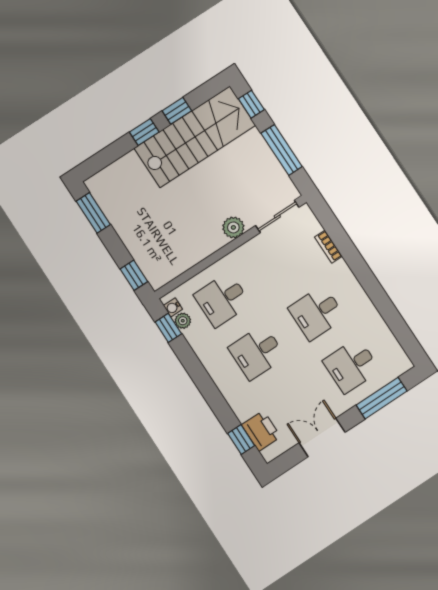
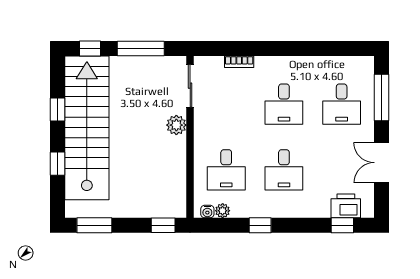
window: (144, 132) -> (57, 164), moved
stairs: (195, 137) -> (87, 128), width x1.36
window: (168, 328) -> (260, 225), moved

